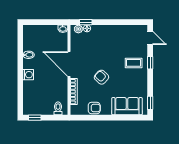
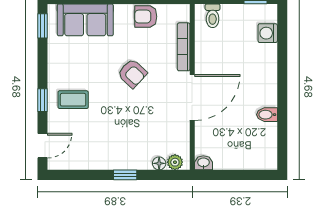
window: (86, 22) -> (125, 175), moved
door: (150, 38) -> (43, 146), swing flipped
door: (69, 64) -> (192, 97), hinge flipped
washing machine: (28, 75) -> (268, 33), moved

